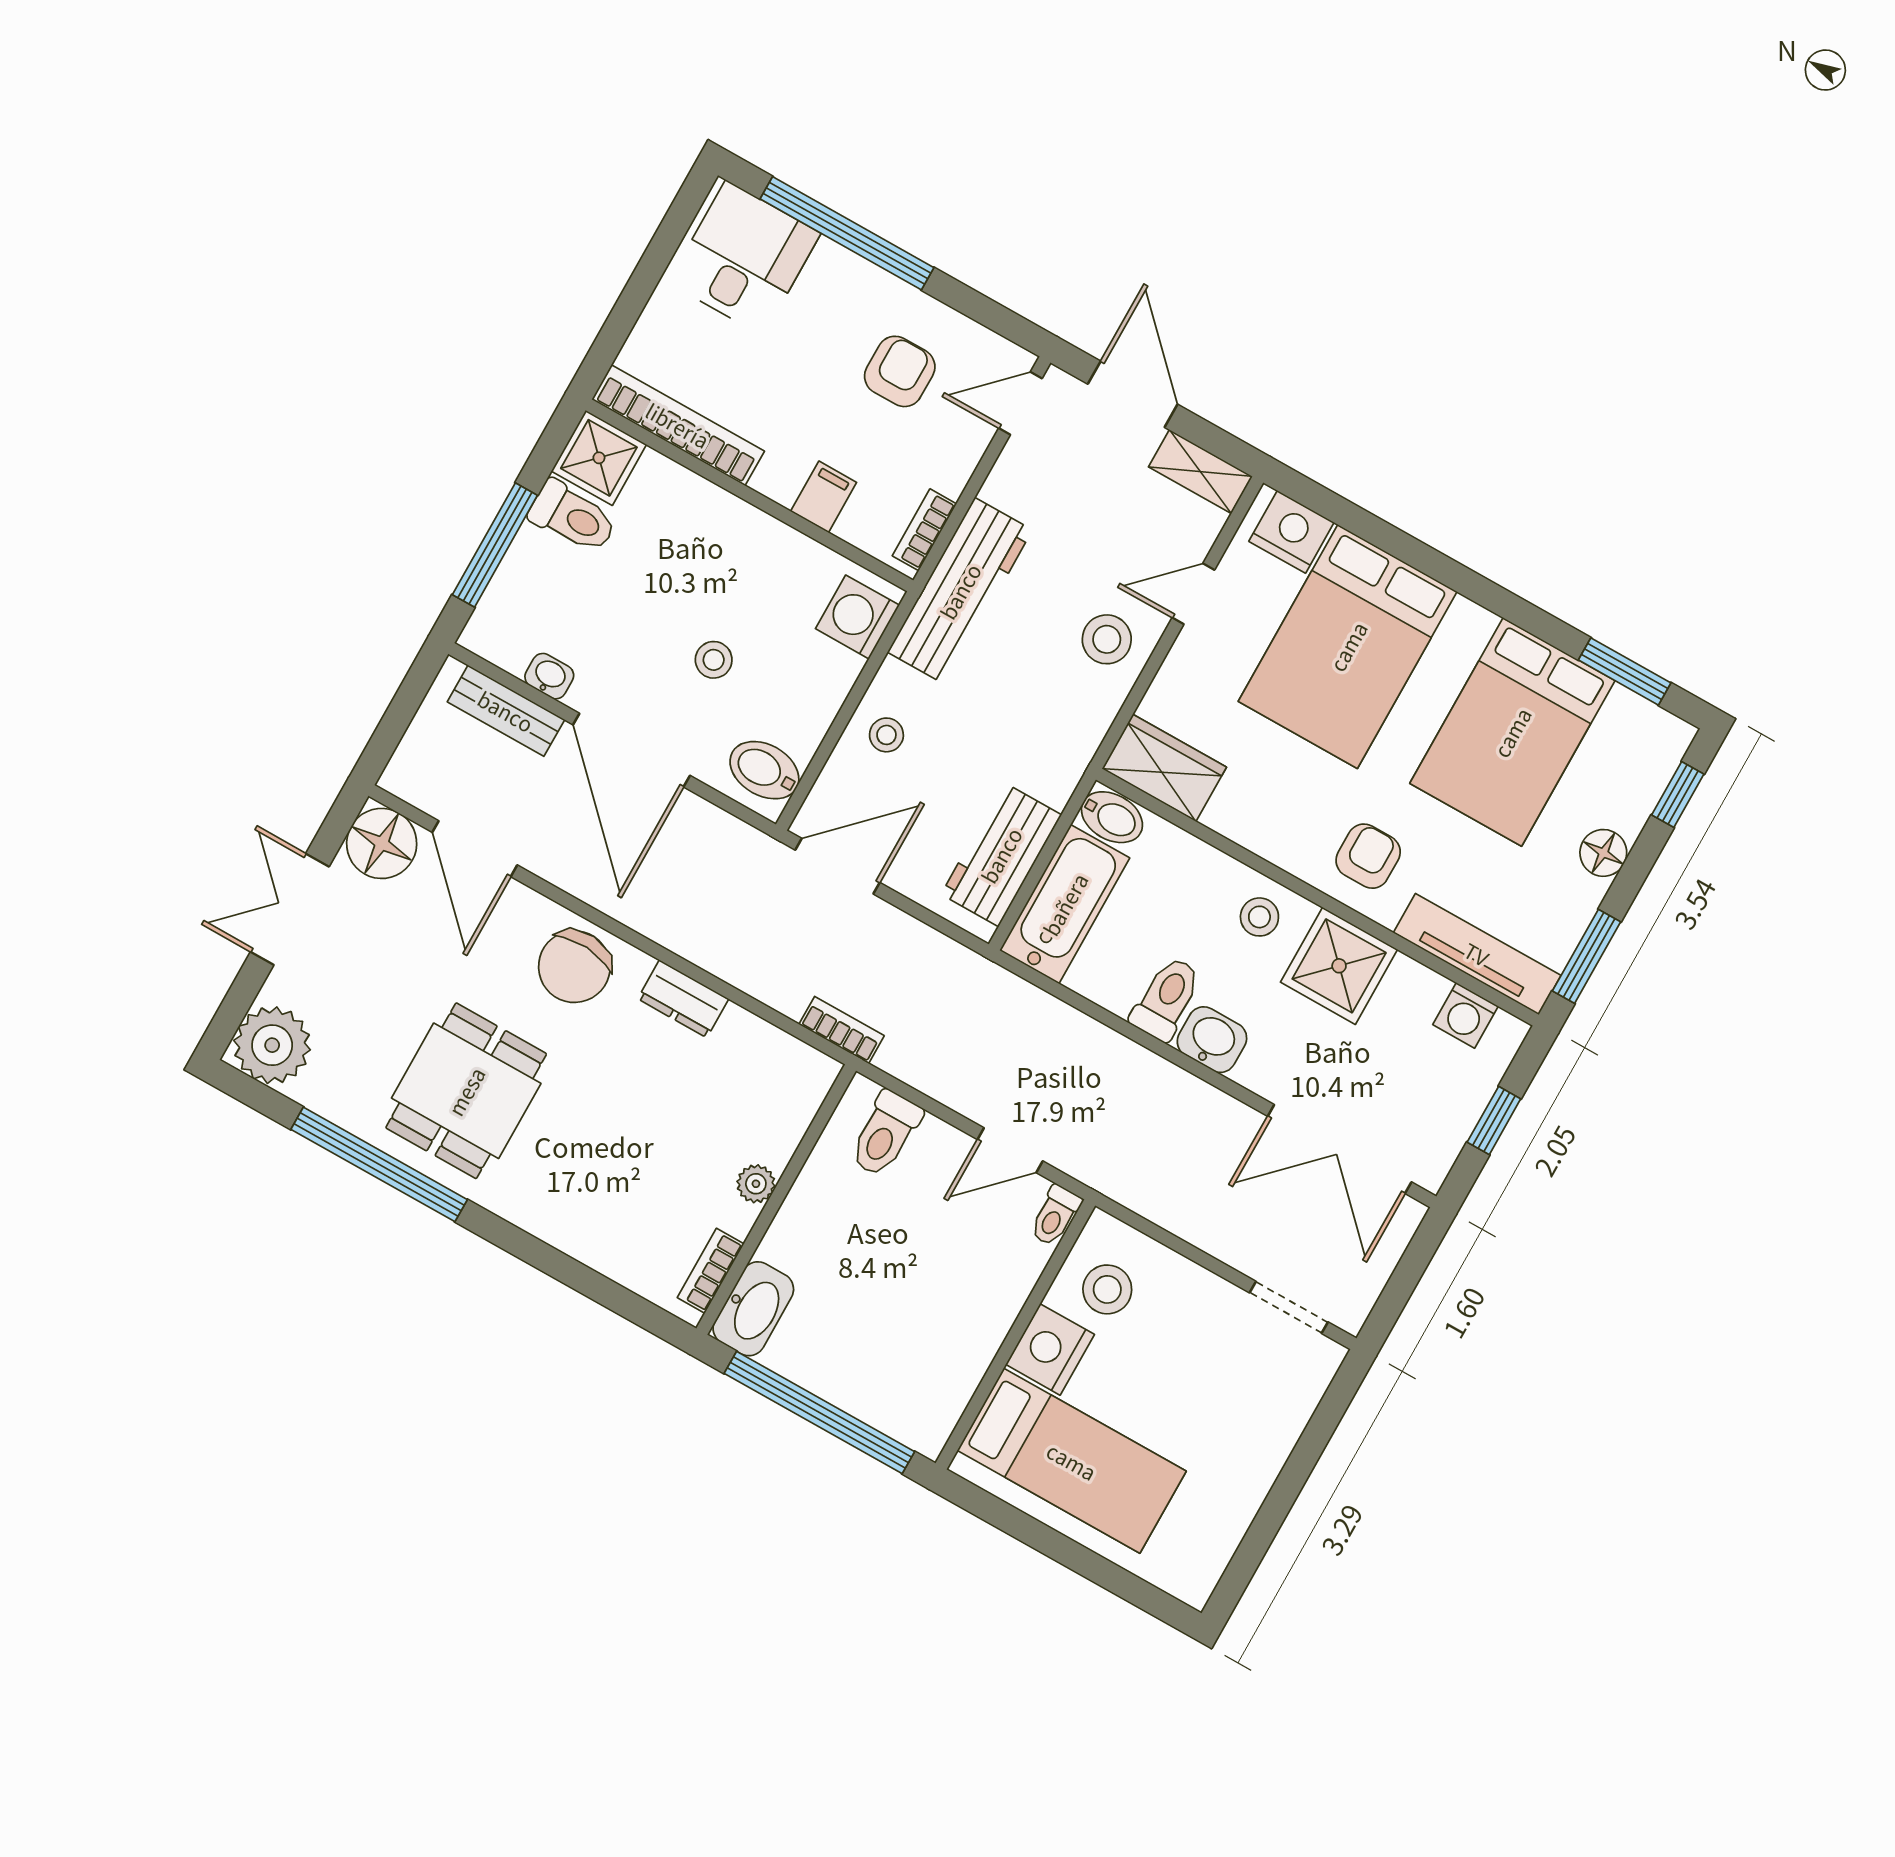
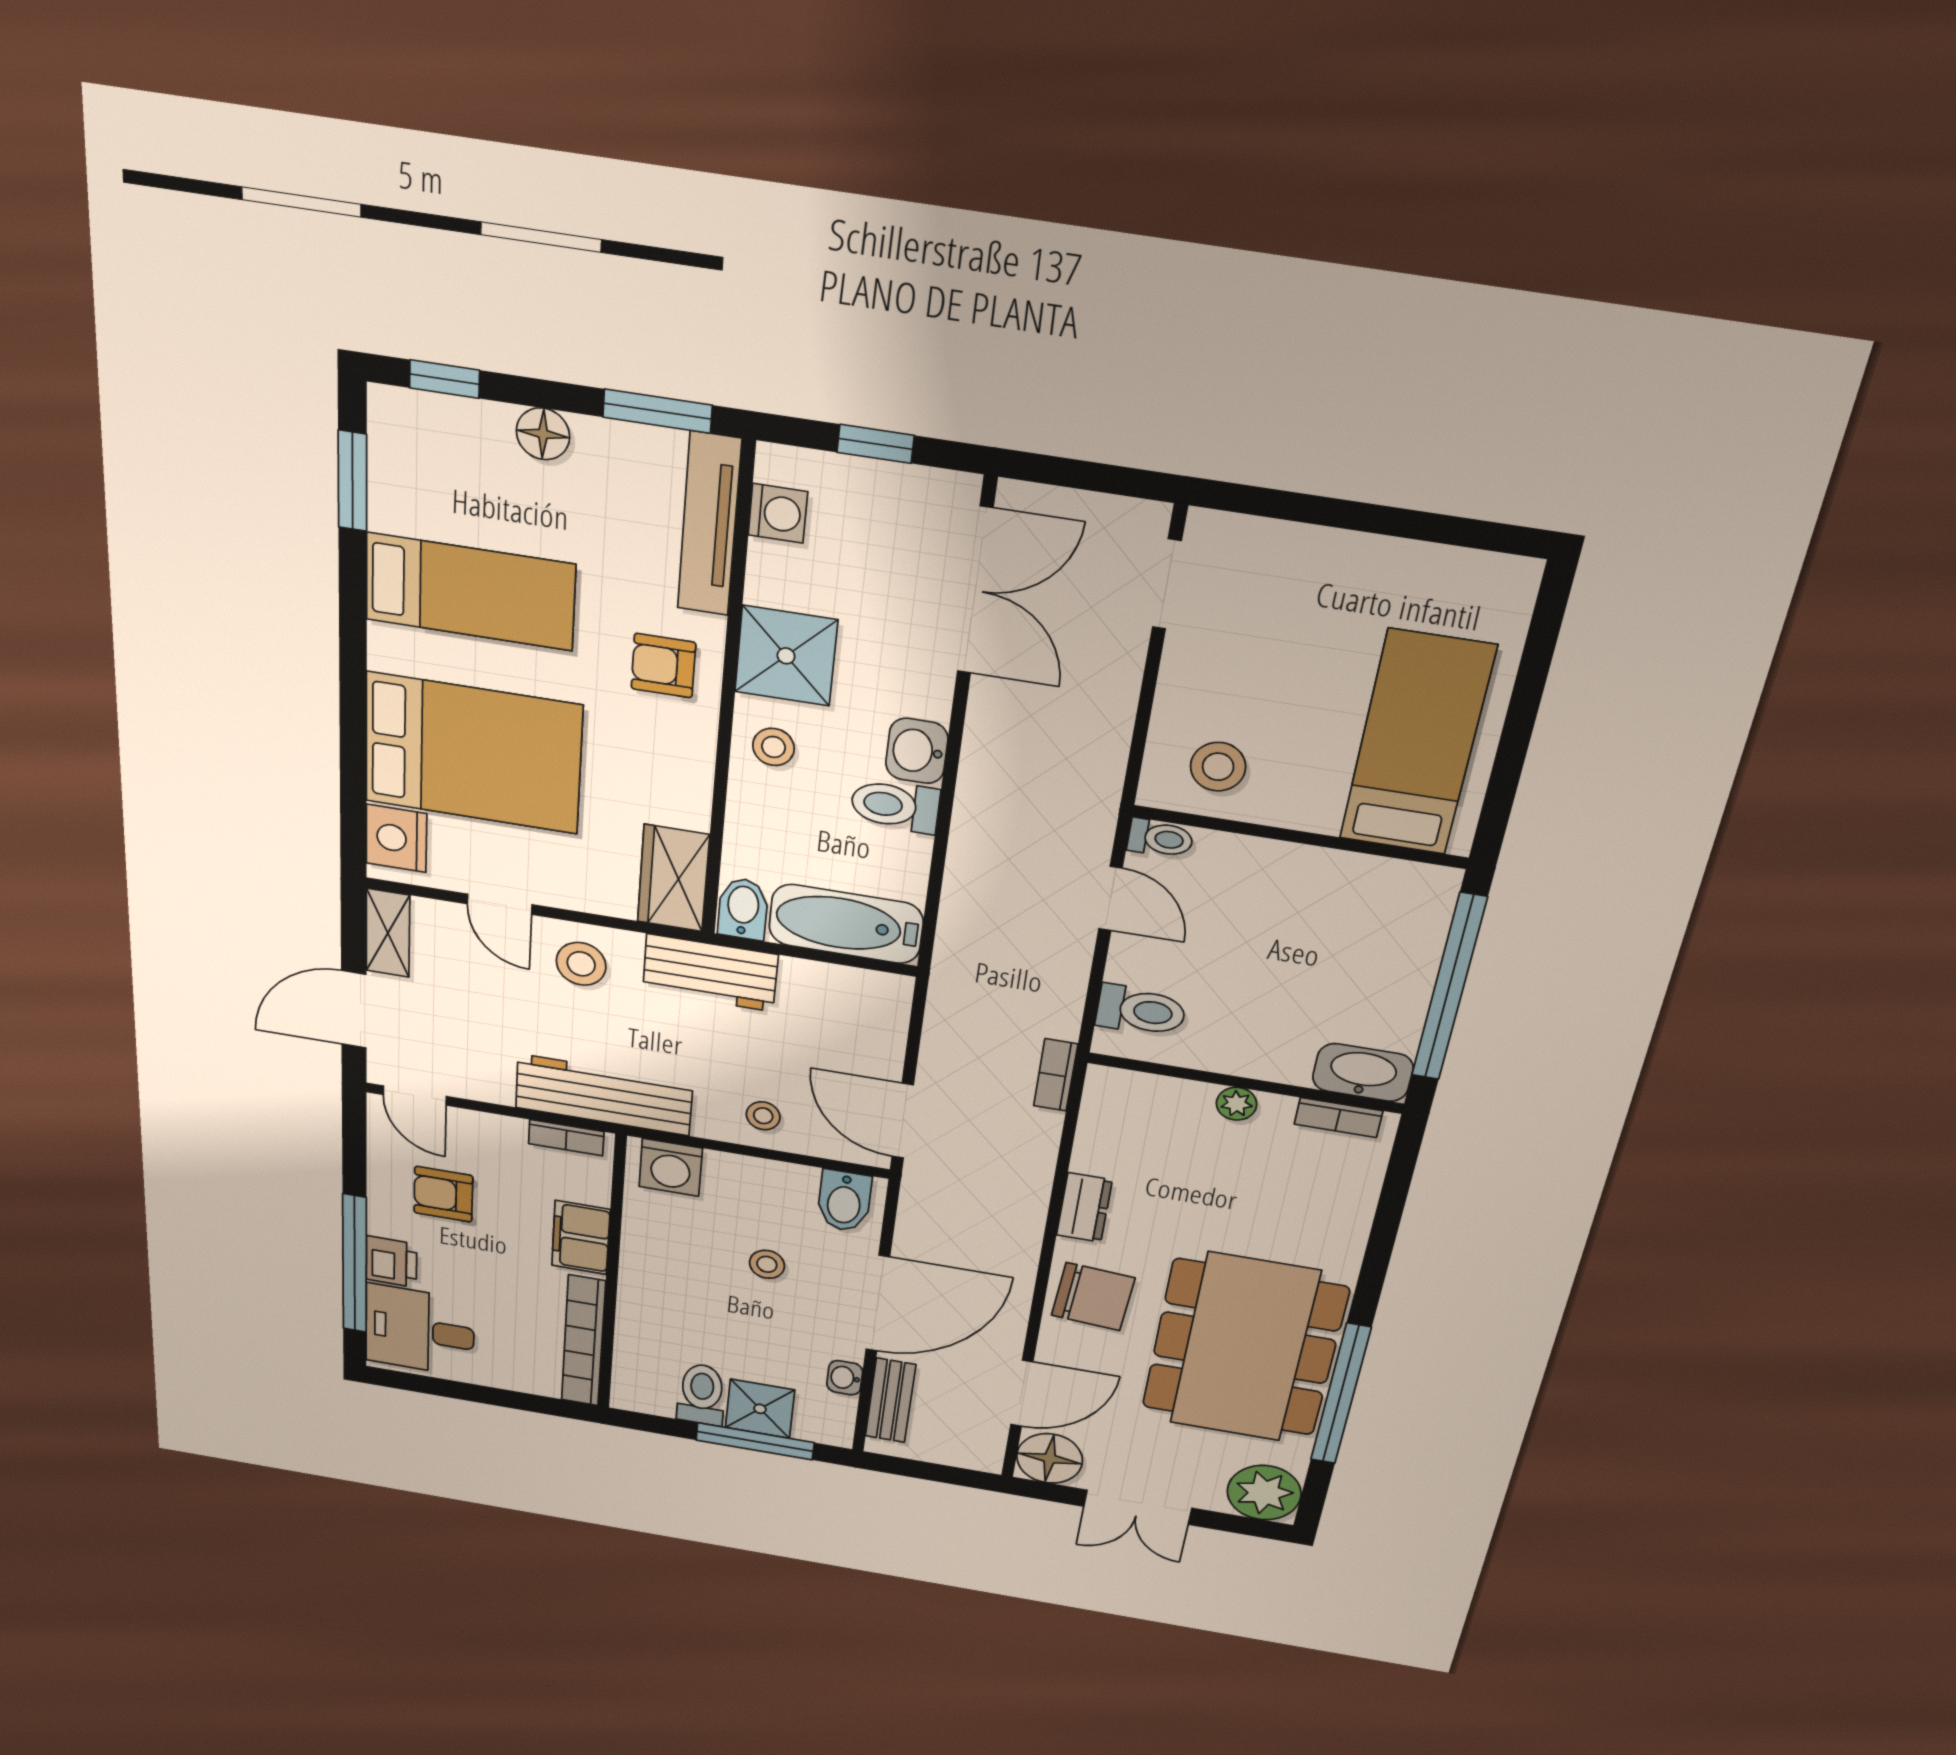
printer: (837, 274) -> (391, 1262), added
shower: (599, 458) -> (760, 1409), moved
filing cabinet: (824, 497) -> (581, 1238), width x2.00
bed: (1512, 732) -> (470, 592), width x0.67
workbench: (1001, 855) -> (710, 973), moved
dining table: (466, 1091) -> (1244, 1348), width x1.88, depth x1.24
nightstand: (1050, 1349) -> (1303, 800), removed

